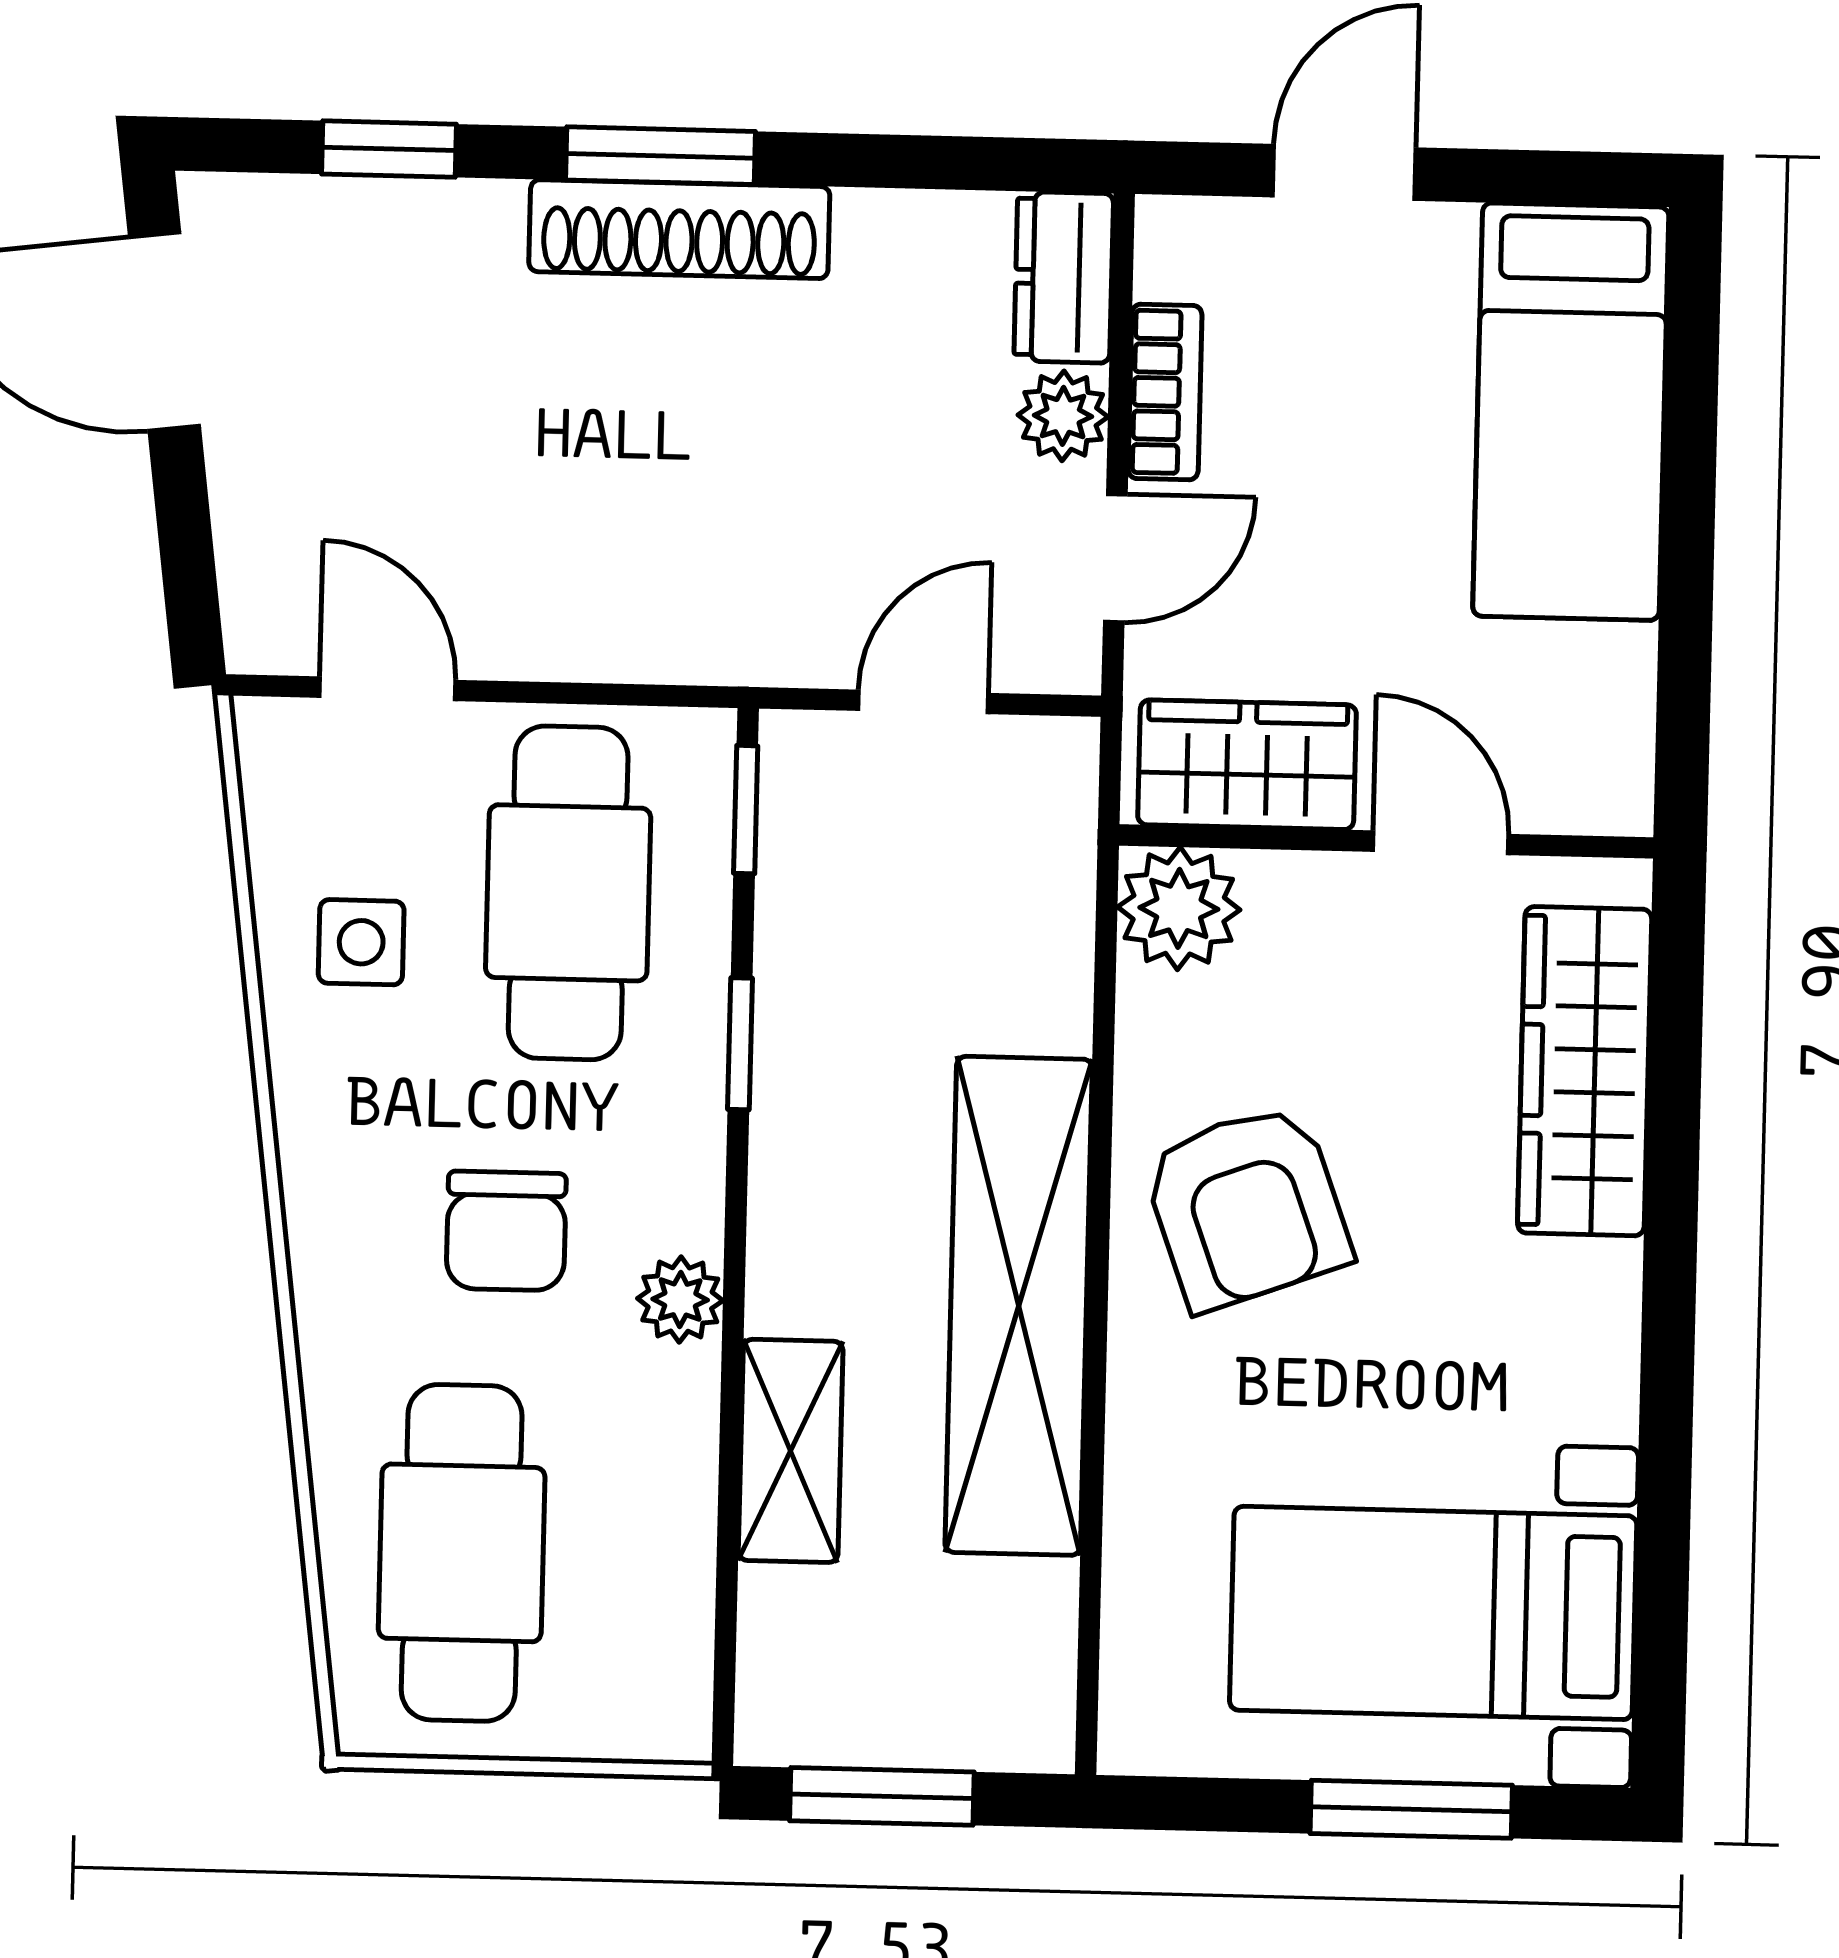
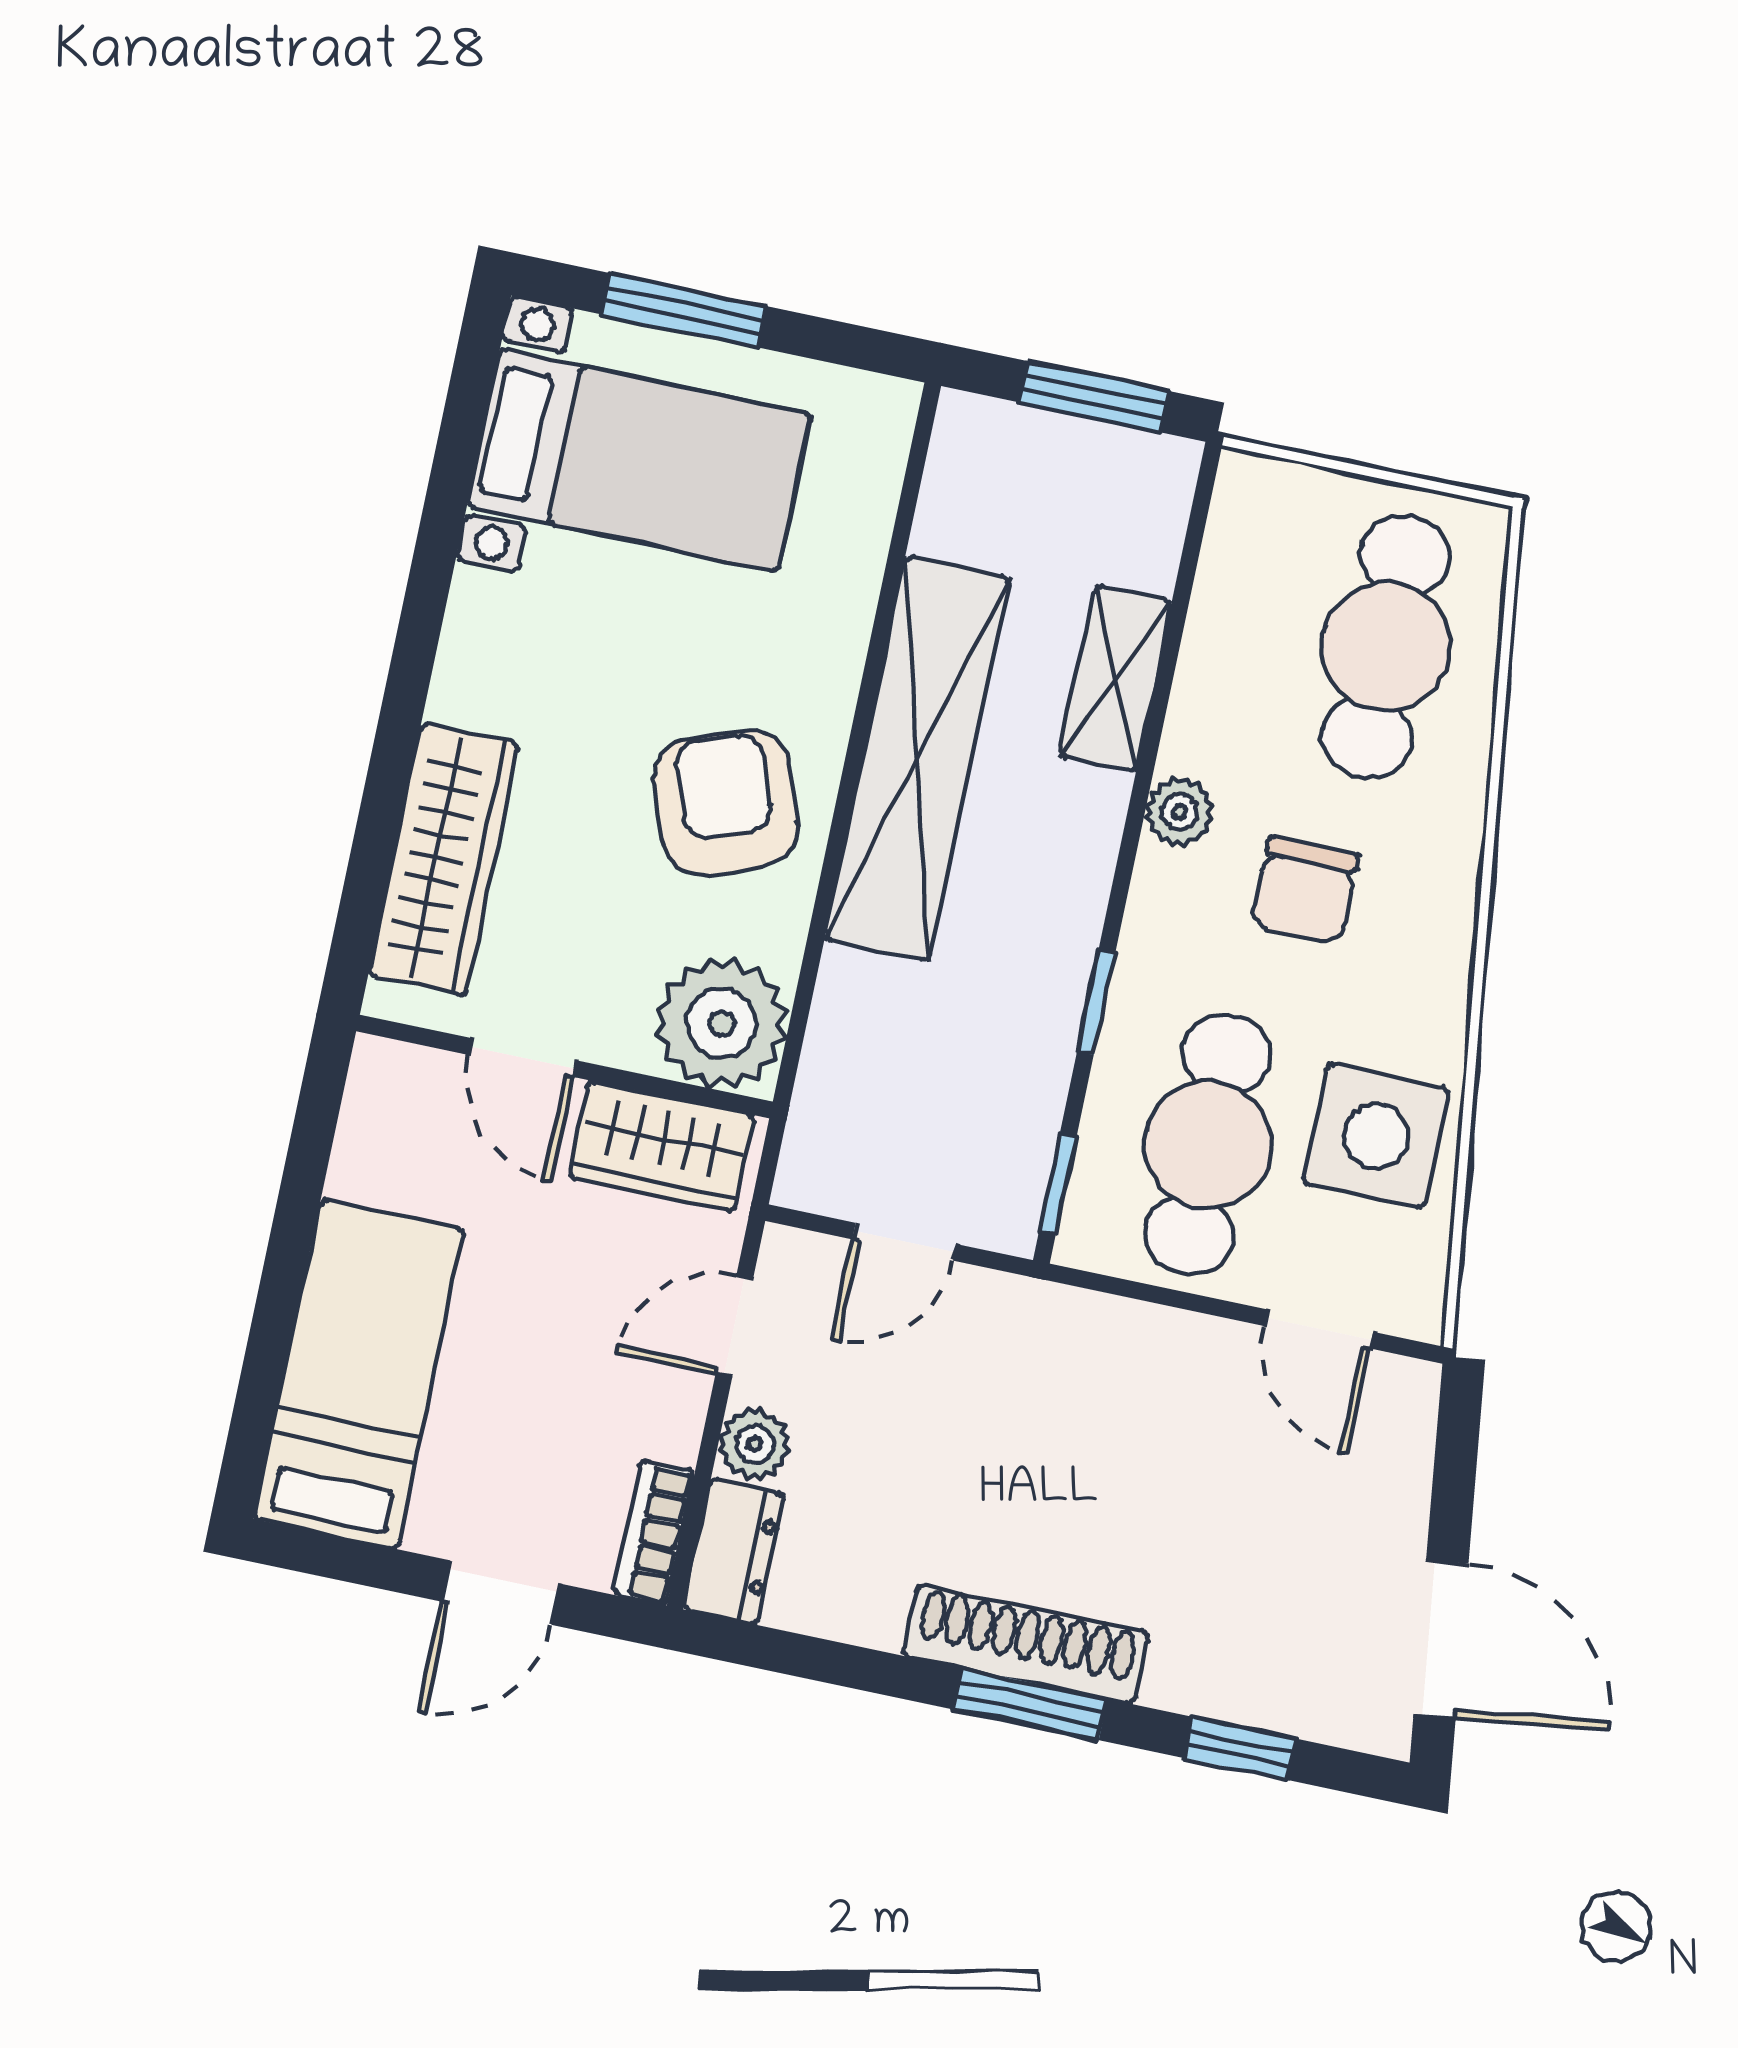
bookcase: (1165, 392) -> (654, 1533), moved
plant: (1179, 908) -> (722, 1023), width x1.36, depth x1.36
side table: (361, 942) -> (1376, 1136), width x1.87, depth x1.87
chair: (506, 1231) -> (1305, 890), turned 180

